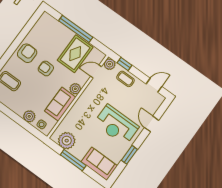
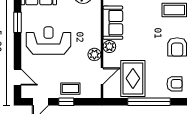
plant: (110, 64) -> (94, 54), moved
window: (125, 64) -> (66, 102), moved
armchair: (46, 68) -> (175, 84), moved
door: (152, 124) -> (17, 77), moved

